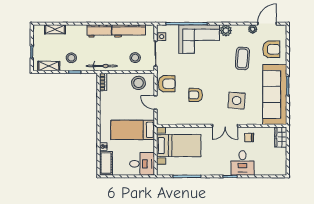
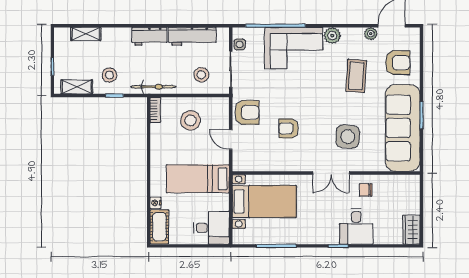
stool: (138, 83) -> (191, 120), moved
wardrobe: (281, 137) -> (411, 230), moved

